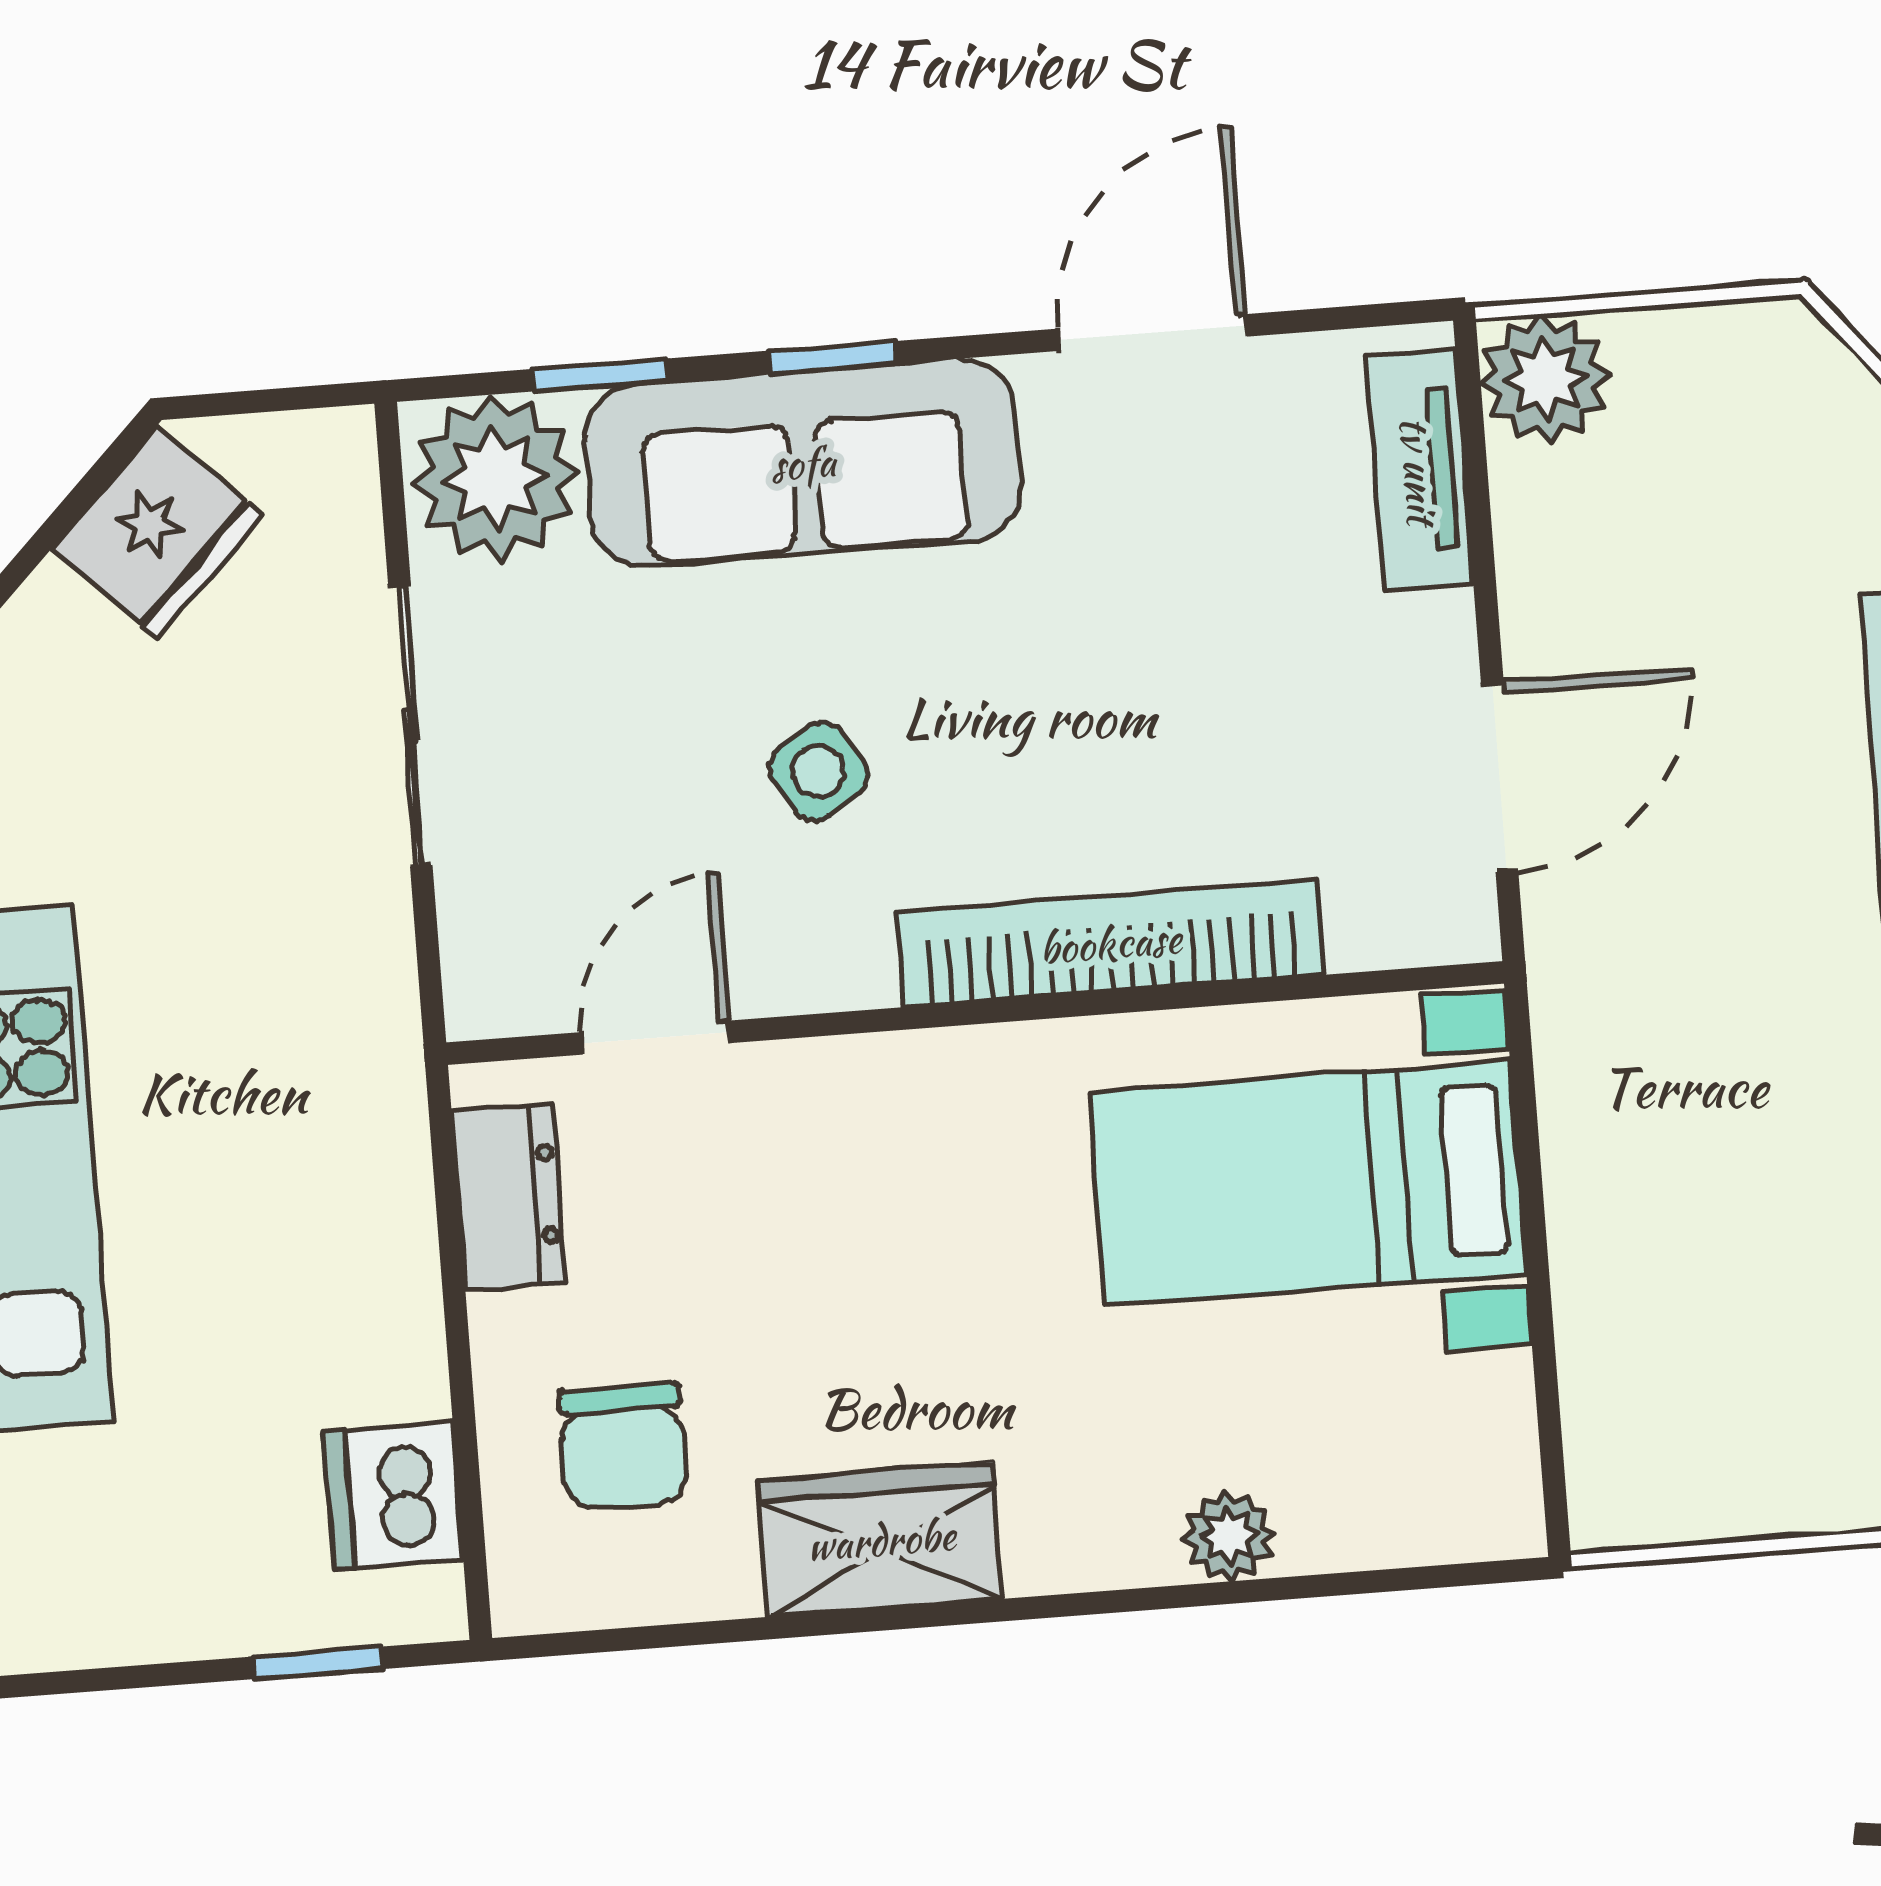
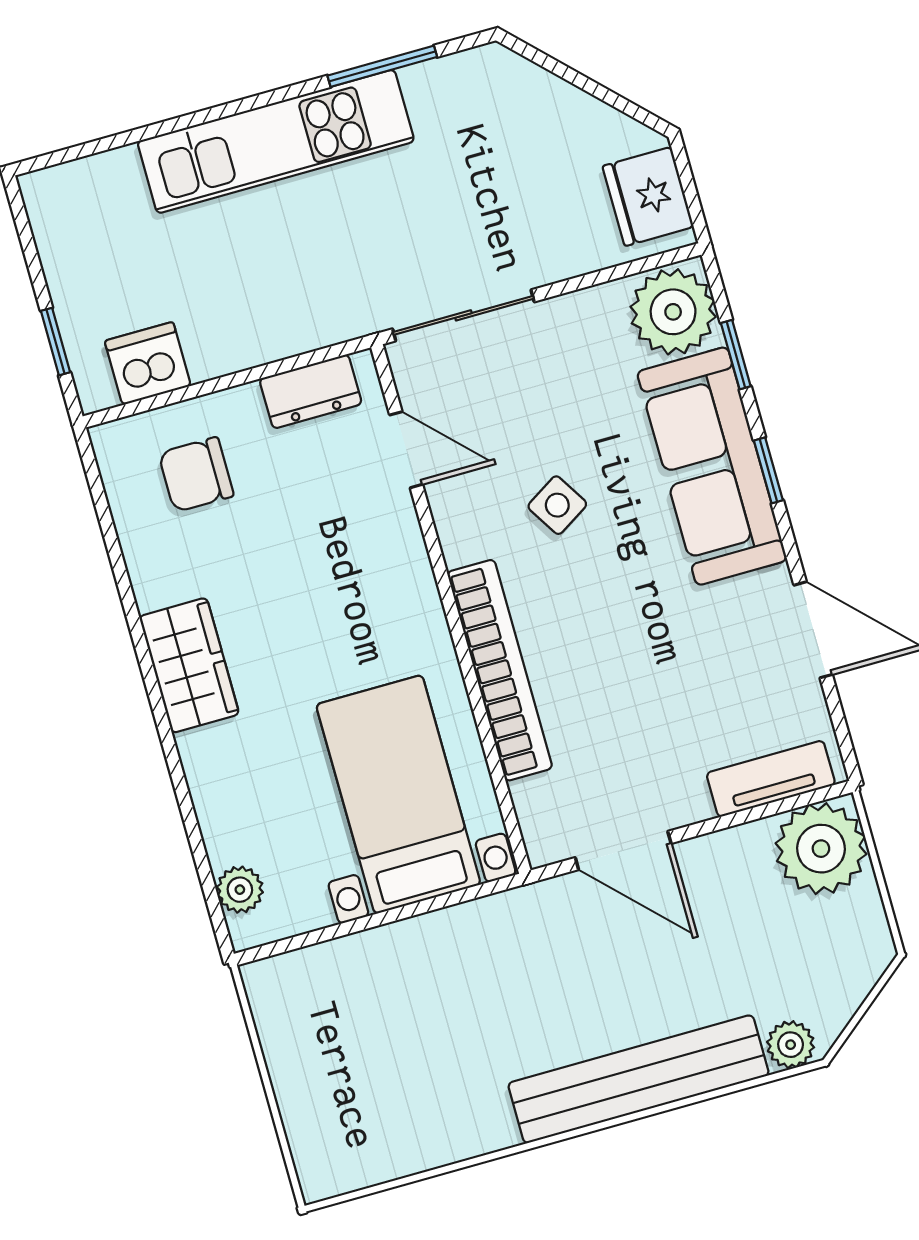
plant: (1546, 379) -> (821, 849), width x1.36, depth x1.36
fridge: (158, 532) -> (648, 197), moved, turned 45
sliding door: (410, 726) -> (463, 315), moved
plant: (1229, 1536) -> (240, 890), moved
wardrobe: (881, 1540) -> (189, 665), moved

